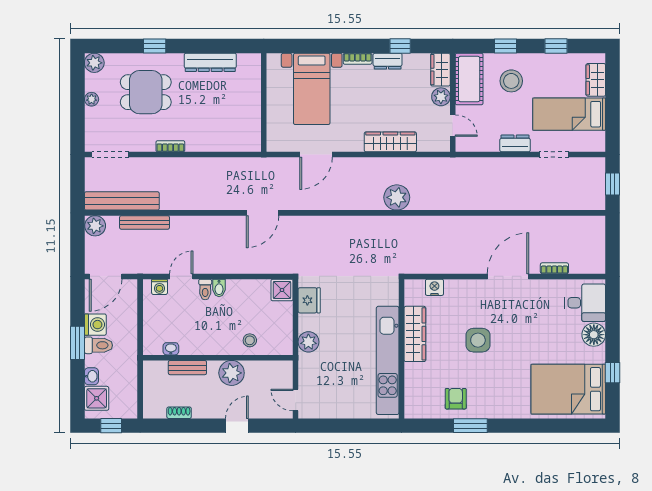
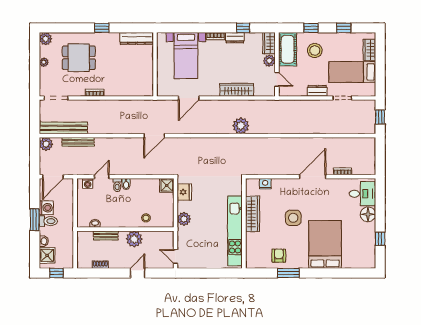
window: (155, 46) -> (102, 28), moved
dresser: (210, 62) -> (137, 38), moved
bed: (568, 389) -> (325, 244), moved, turned 90

